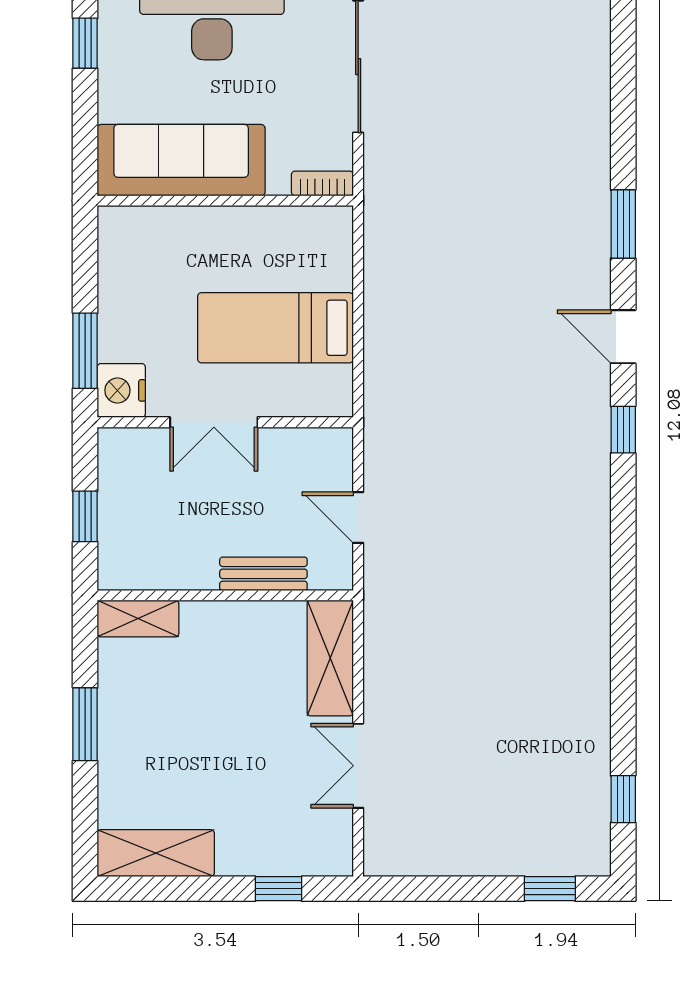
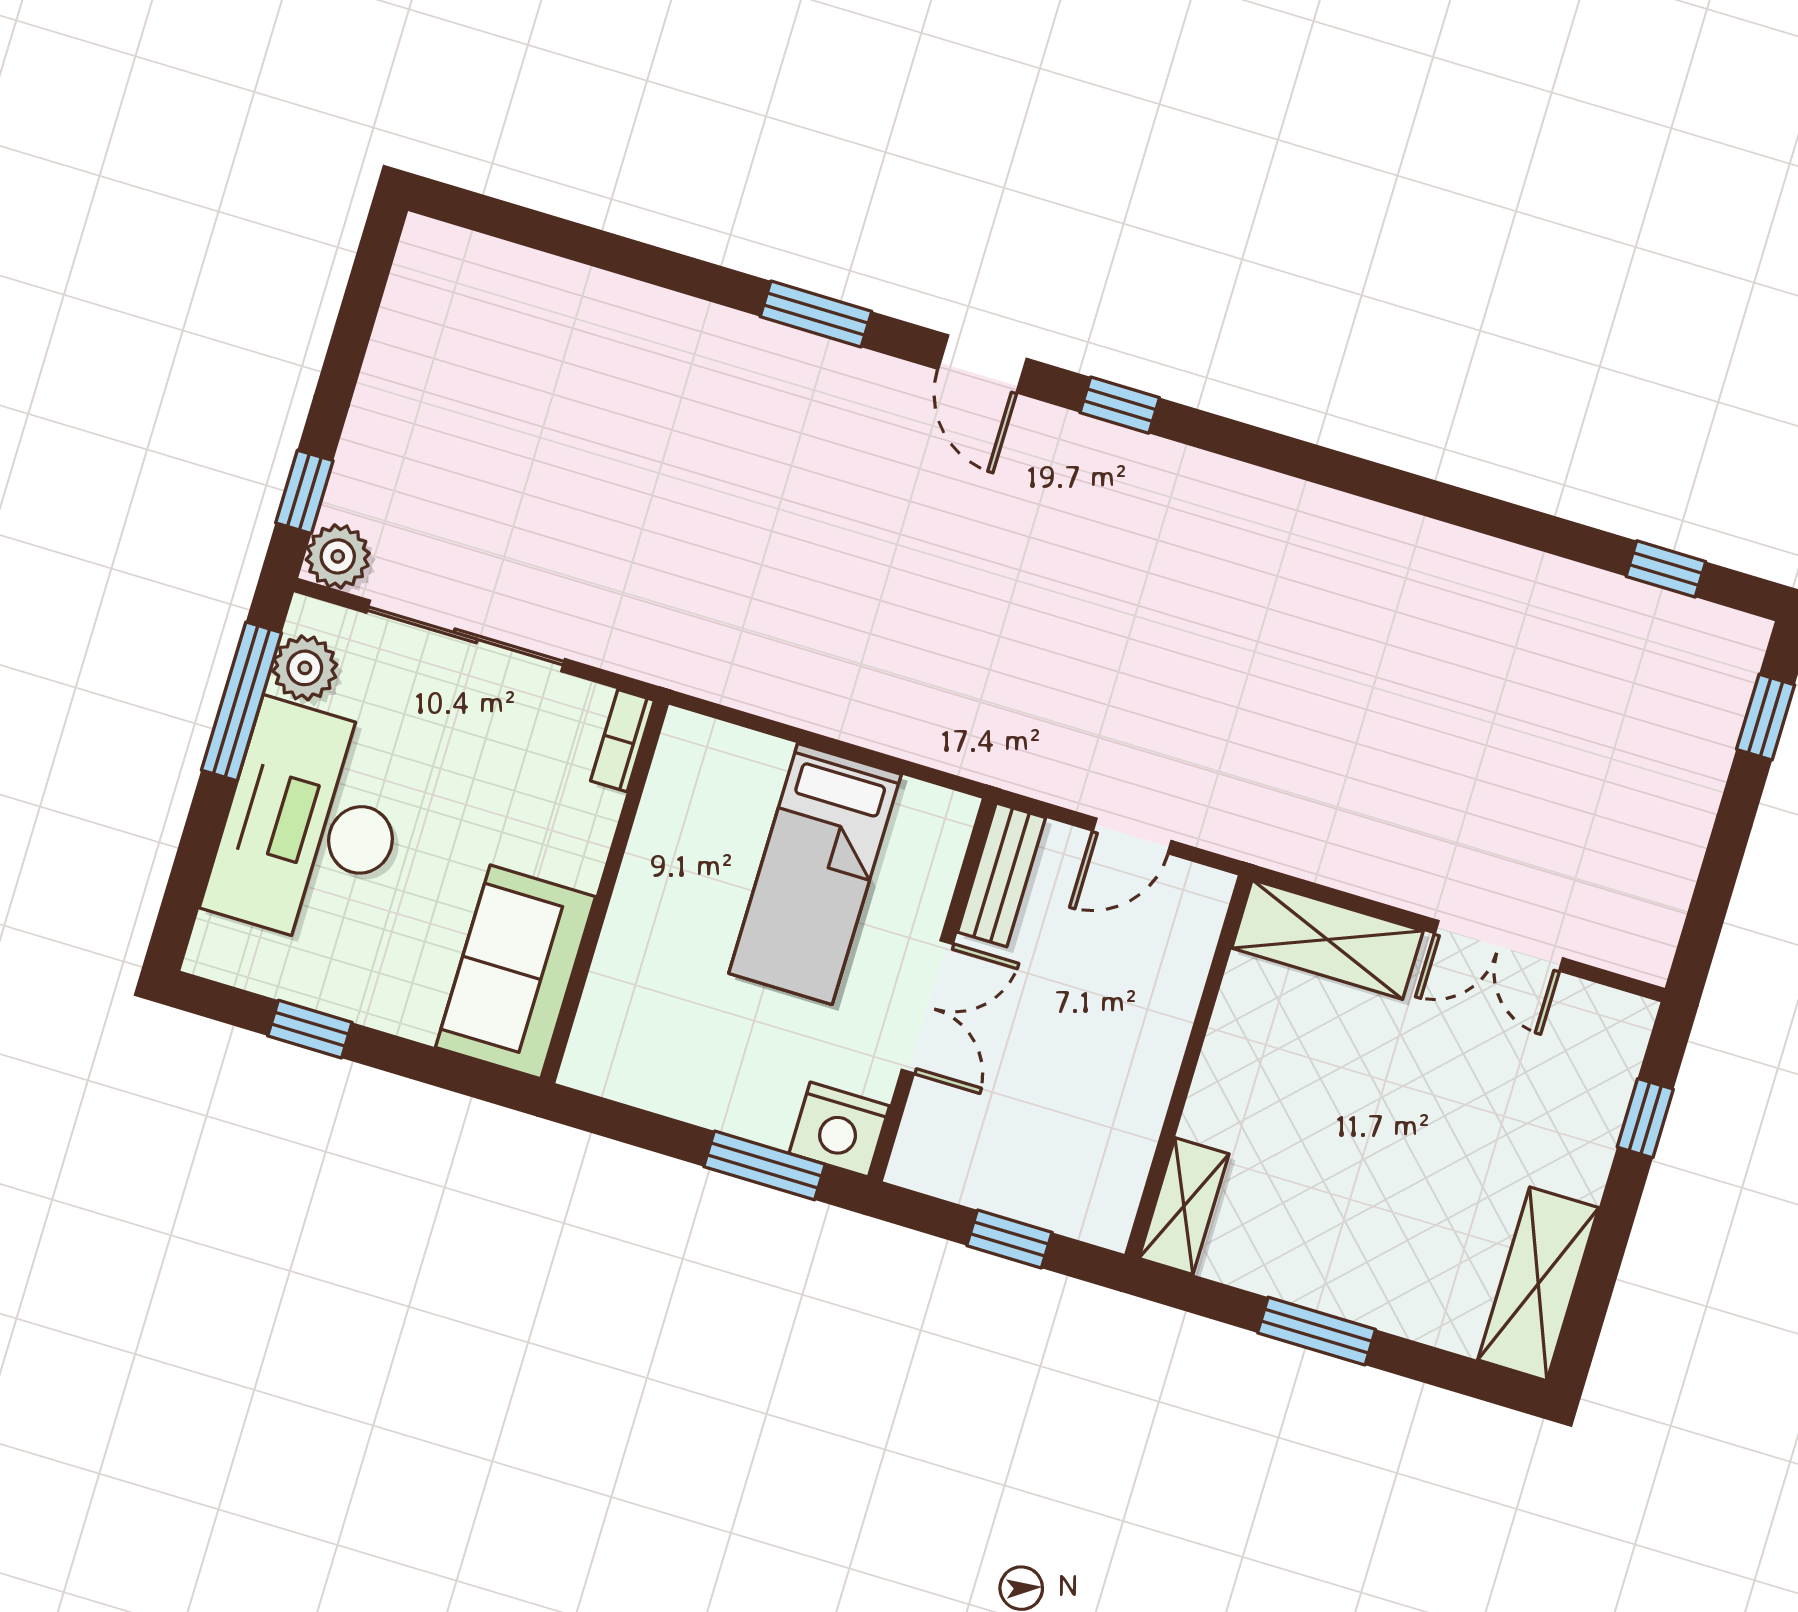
sofa: (181, 160) -> (516, 972), width x0.73
door: (623, 337) -> (982, 364), hinge flipped
bench: (263, 574) -> (1002, 875), moved

